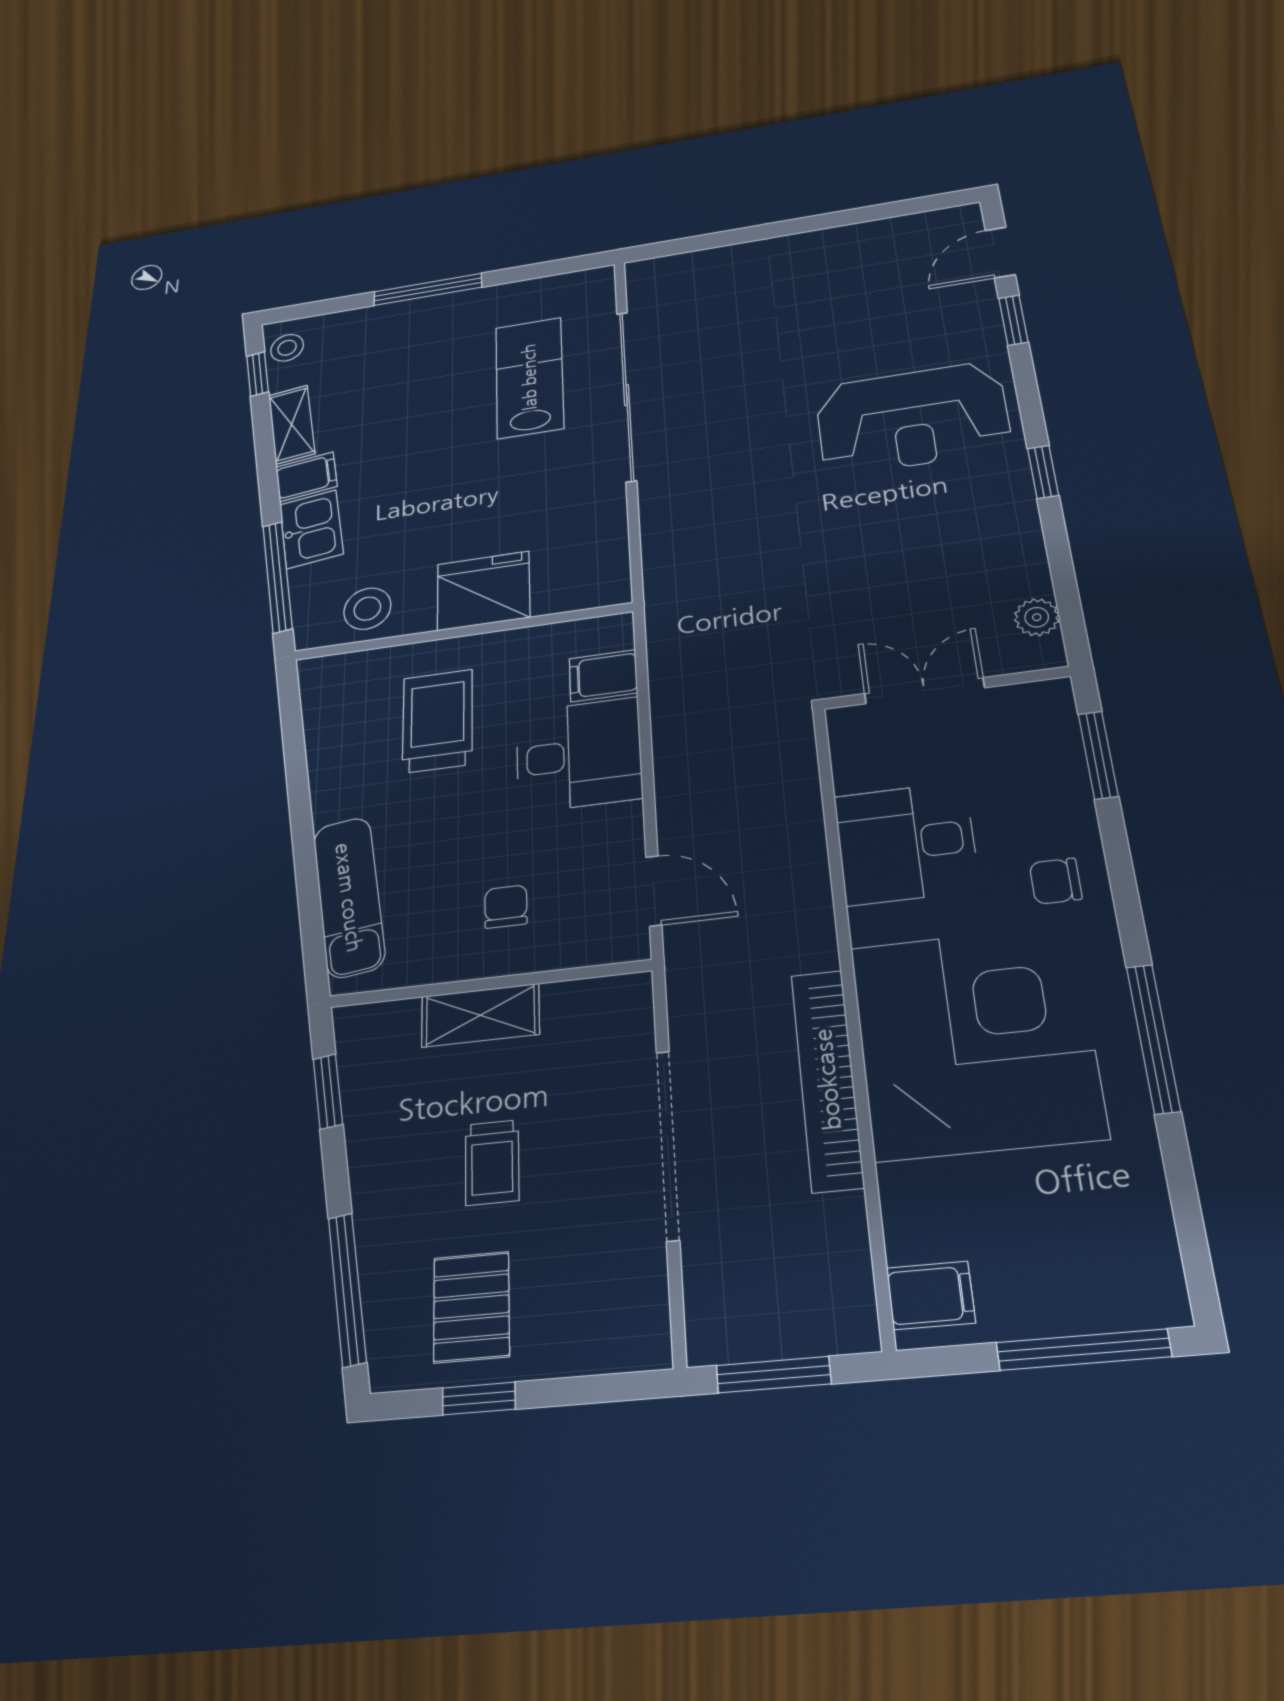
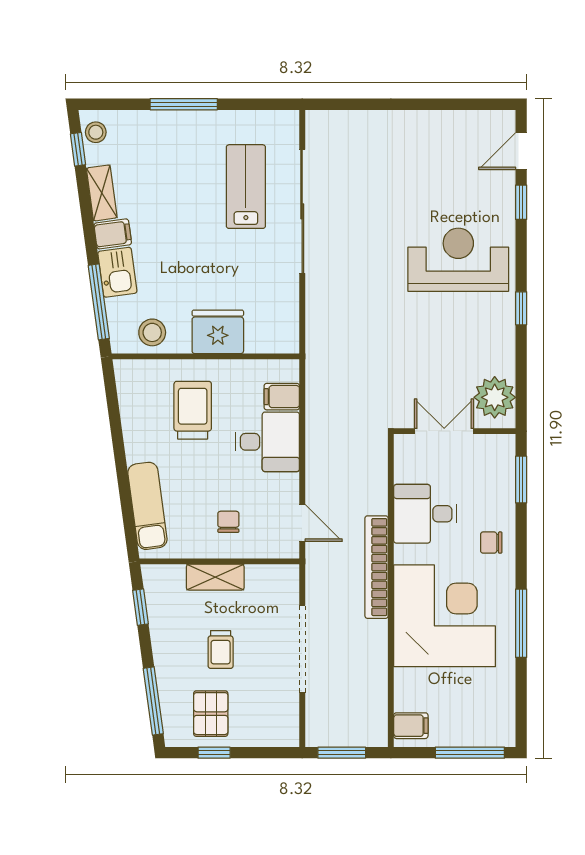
reception desk: (912, 419) -> (458, 260), turned 180
plant: (1037, 617) -> (495, 397), width x1.87, depth x1.87
bookcase: (827, 1079) -> (377, 567), moved

